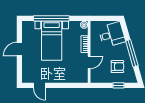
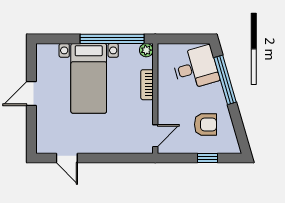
window: (51, 18) -> (112, 39), moved
window: (132, 53) -> (225, 80), moved
door: (89, 62) -> (155, 136), moved

